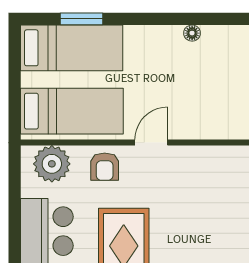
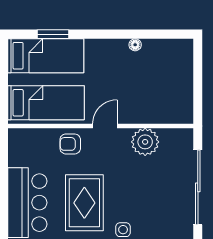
plant: (52, 164) -> (145, 142), moved
armchair: (105, 167) -> (70, 144), turned 90

